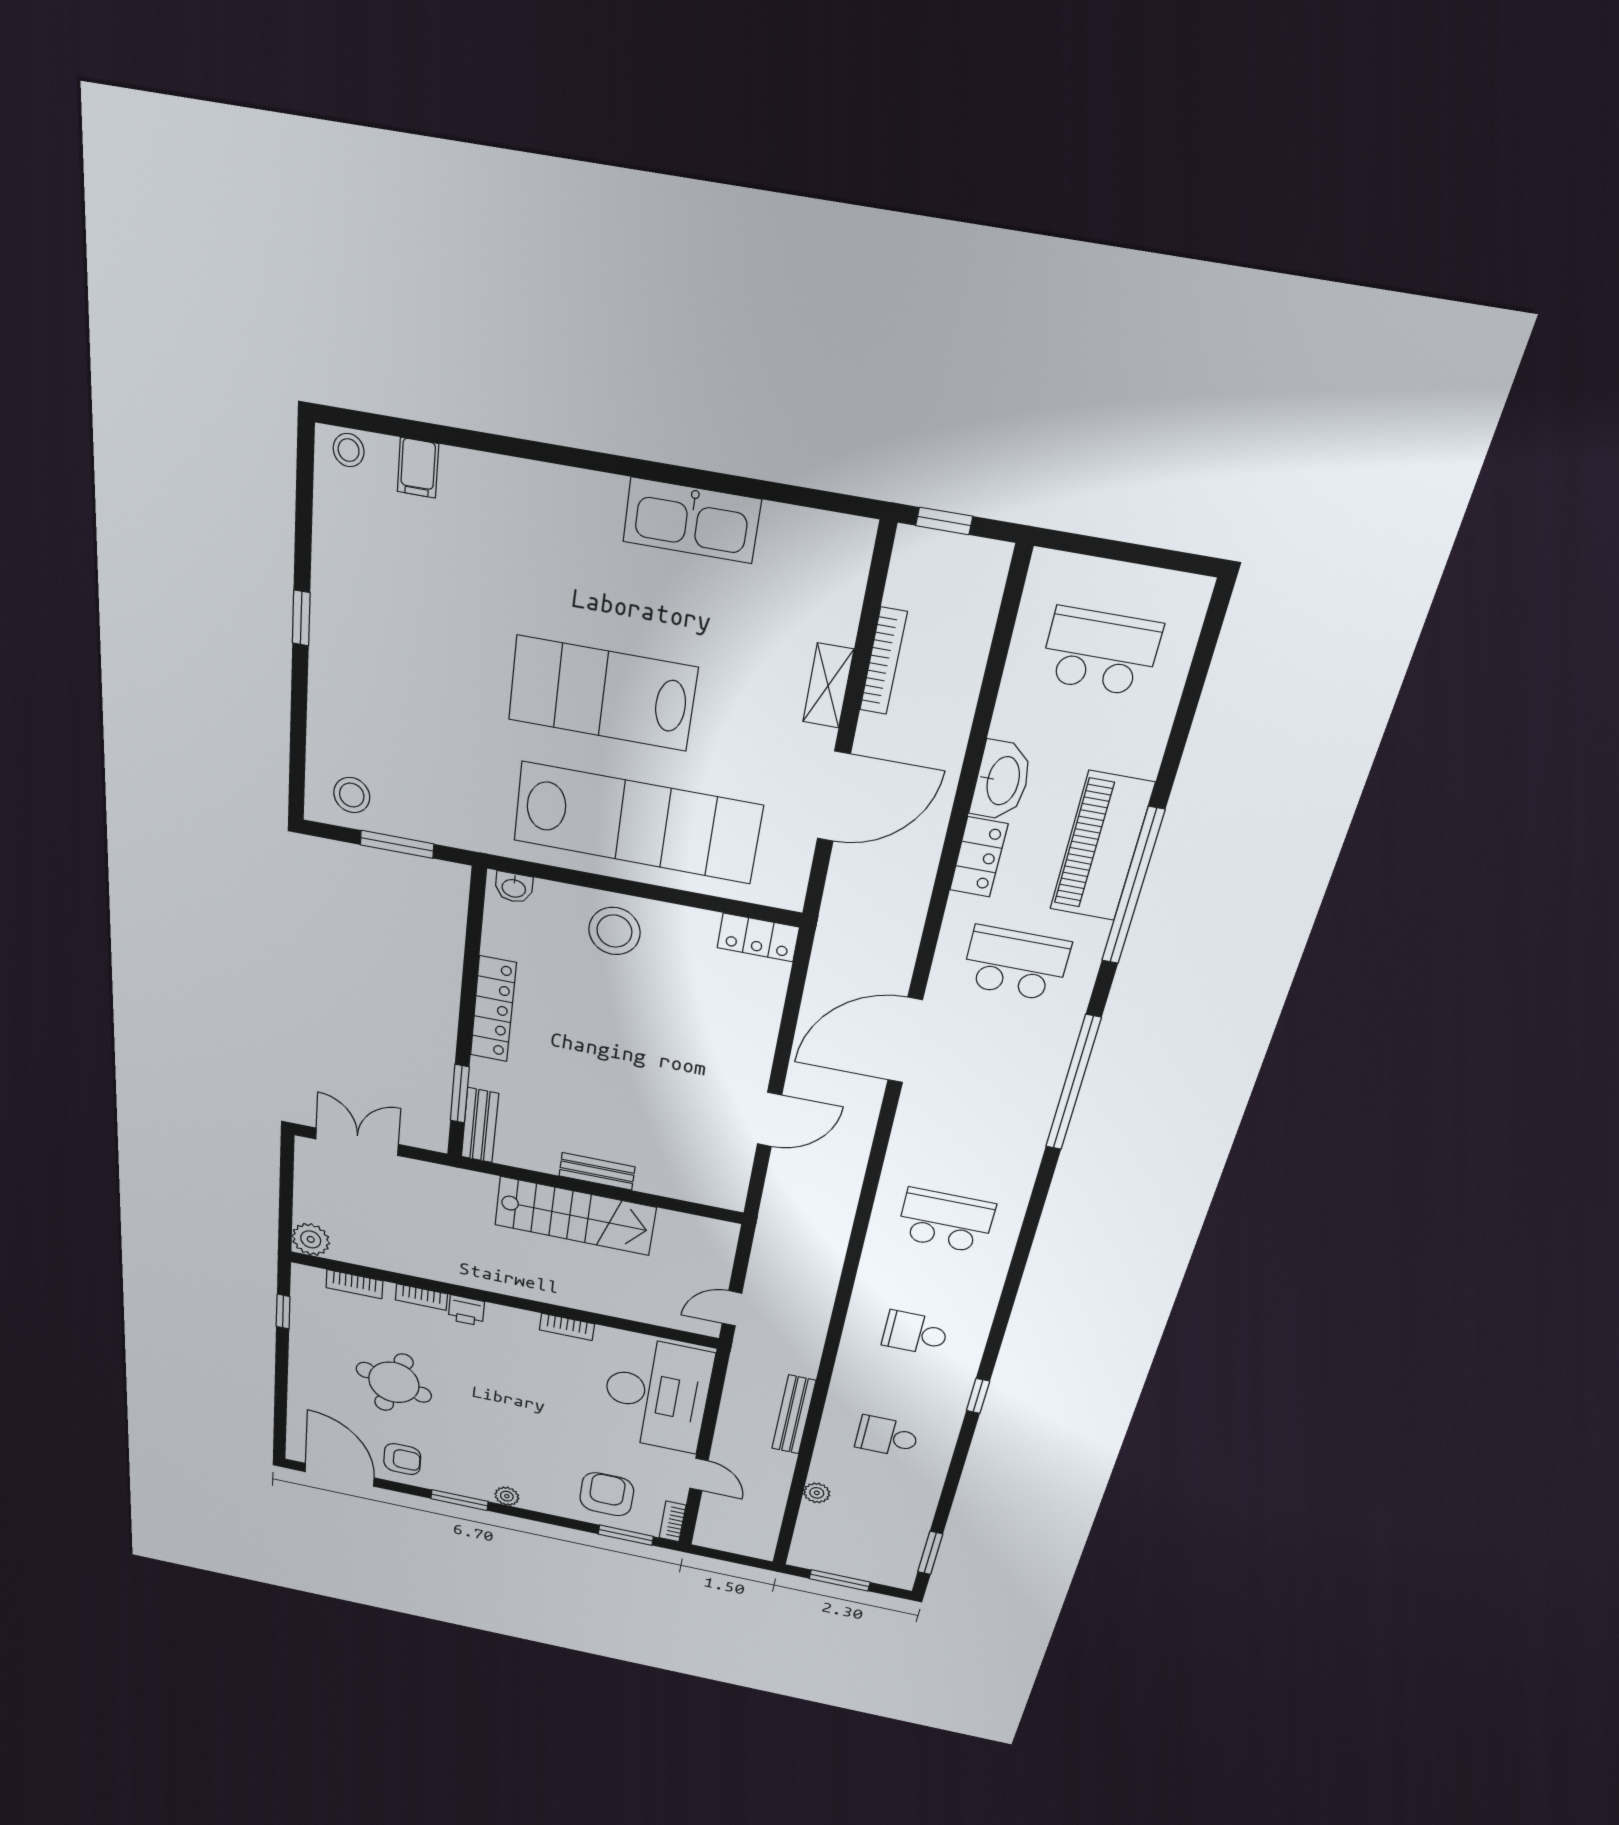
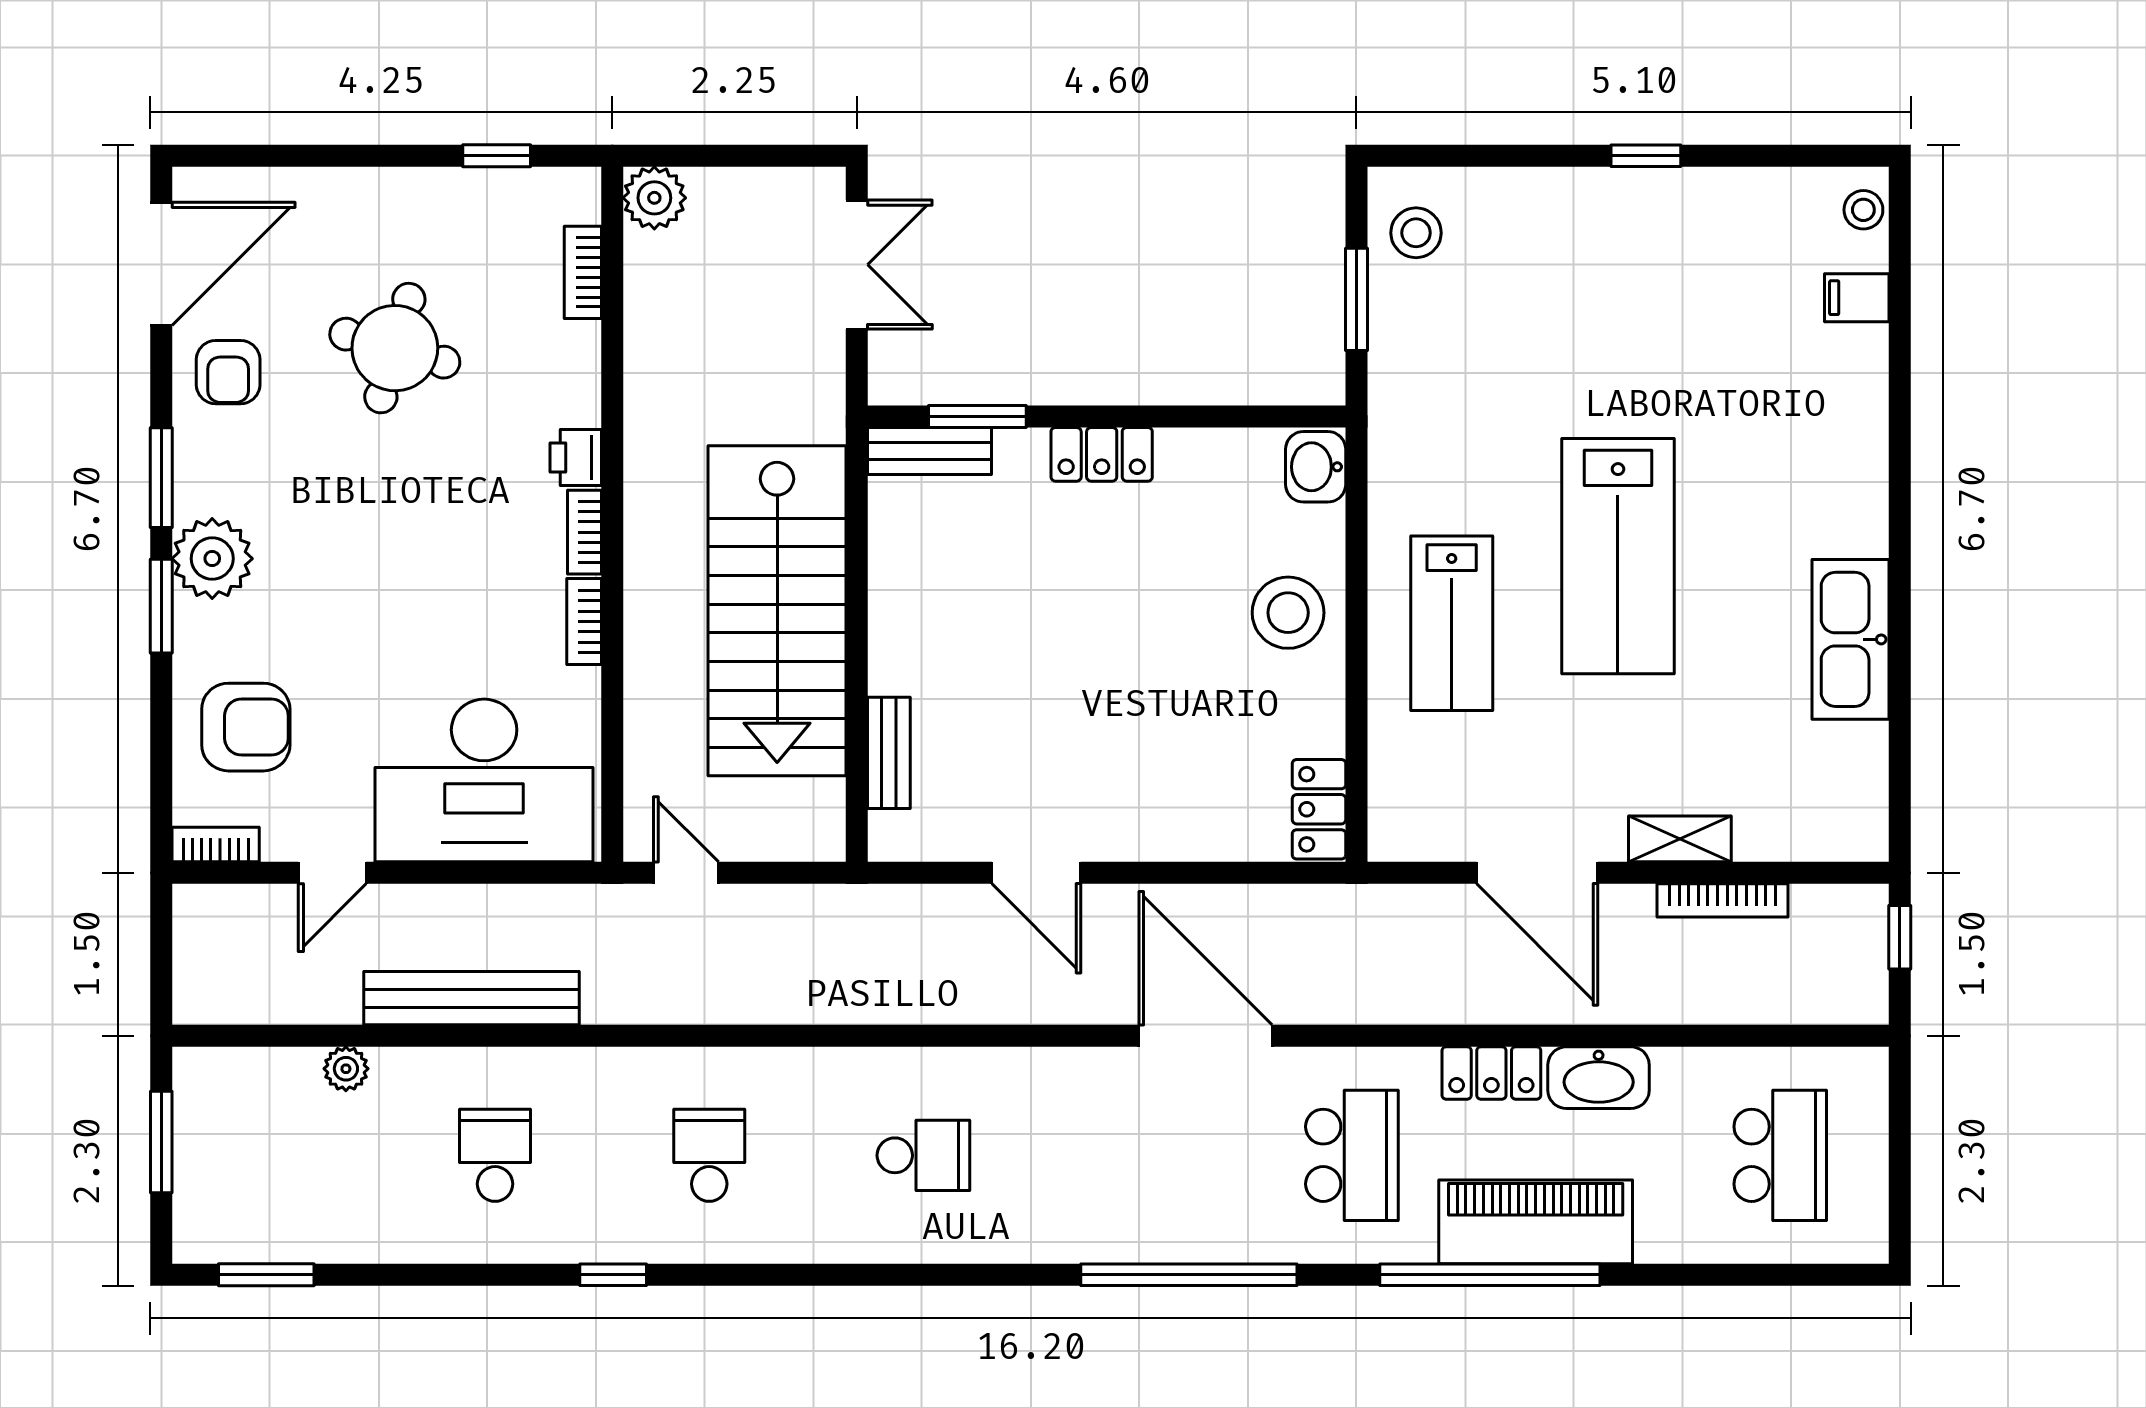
lab bench: (602, 693) -> (1618, 556), turned 180
lab bench: (637, 823) -> (1452, 623), width x0.54, depth x0.72
washbasin: (514, 888) -> (1316, 467), width x1.38, depth x1.45
locker: (493, 1009) -> (1102, 454), width x0.66
bench: (597, 1171) -> (889, 753), moved
stairs: (575, 1216) -> (777, 611), width x1.36, depth x1.51
school desk: (946, 1221) -> (923, 1155), width x0.54
bookcase: (421, 1297) -> (585, 532), moved
bench: (794, 1415) -> (472, 998), width x1.37, depth x1.21
plant: (507, 1496) -> (212, 559), width x1.88, depth x1.88
window: (626, 1535) -> (161, 606), moved

